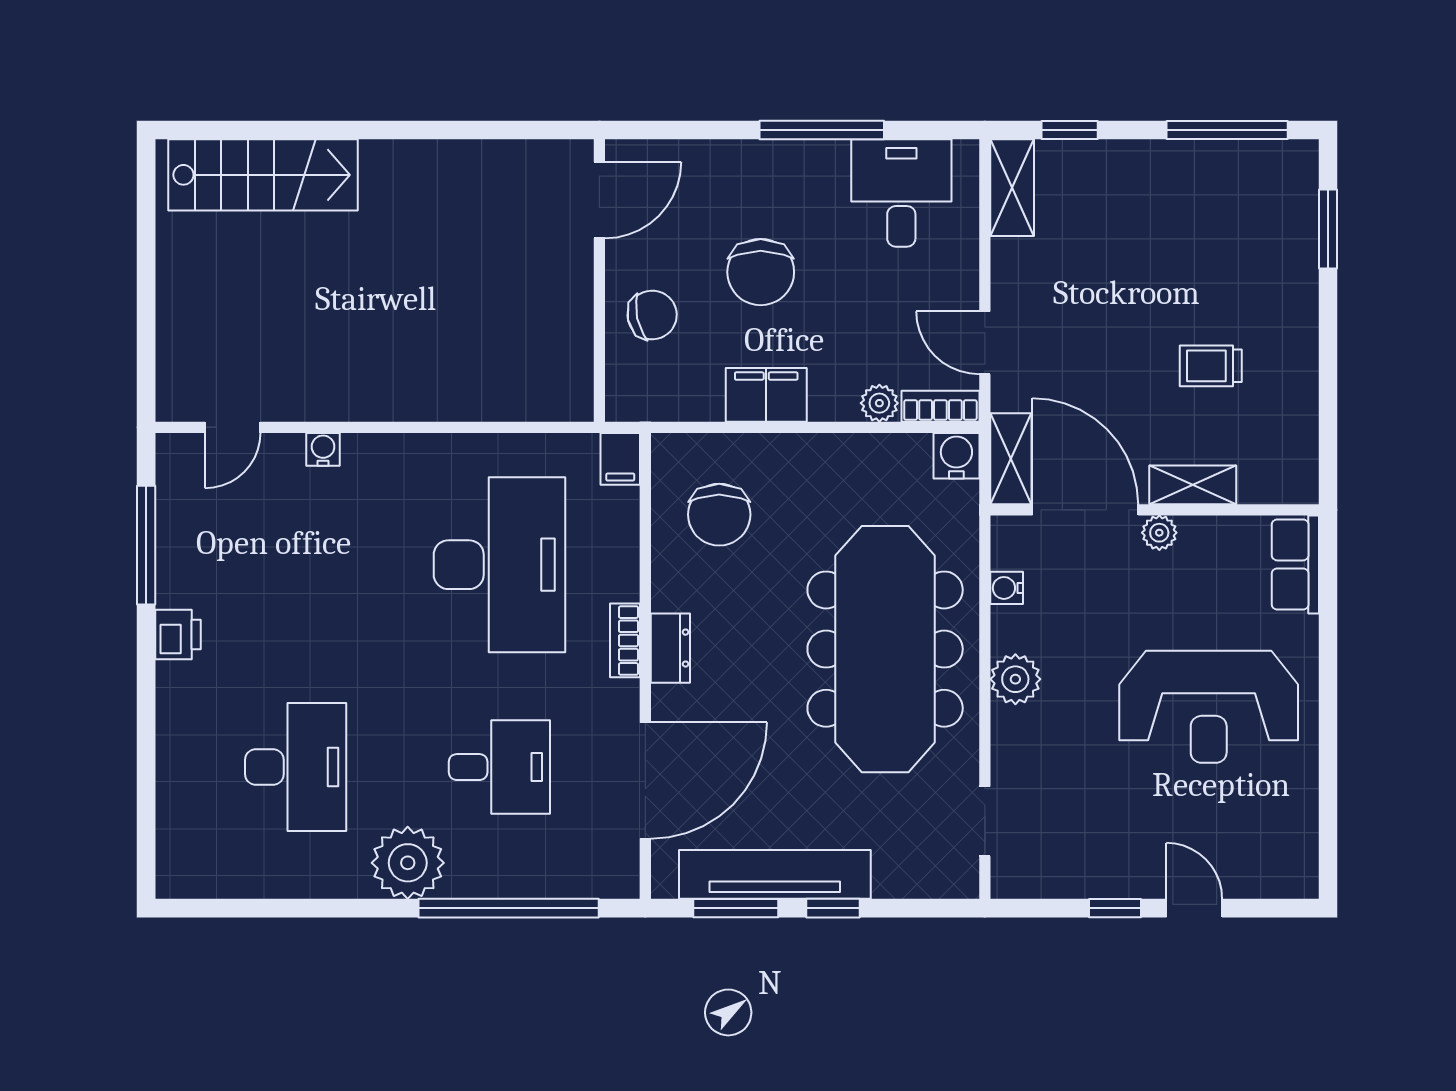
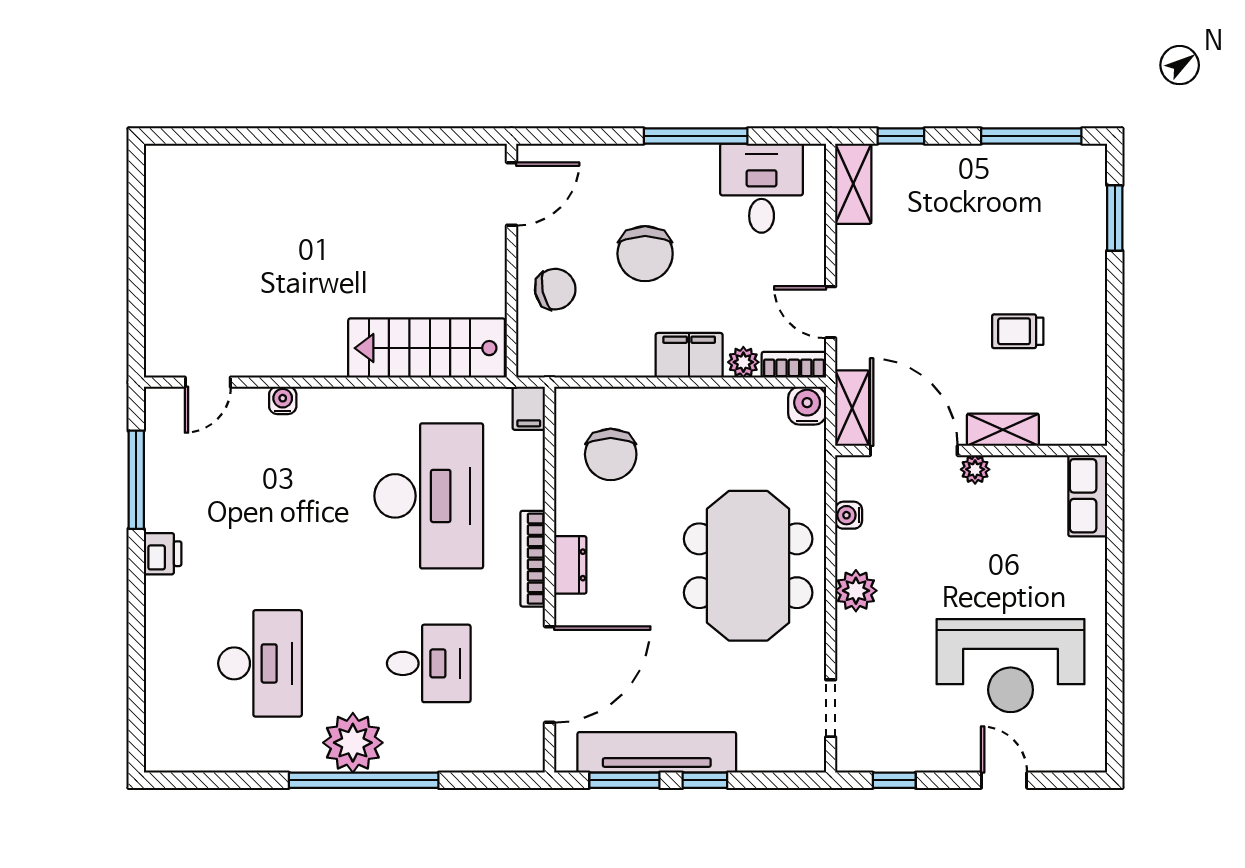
stairs: (263, 175) -> (427, 348), moved, turned 180
filing cabinet: (766, 395) -> (689, 355), moved
bookcase: (625, 640) -> (533, 559), width x1.56
meeting table: (885, 649) -> (748, 566), width x0.73
reception desk: (1209, 707) -> (1011, 666), moved
window: (509, 908) -> (364, 780), moved
window: (1115, 908) -> (894, 780), moved

